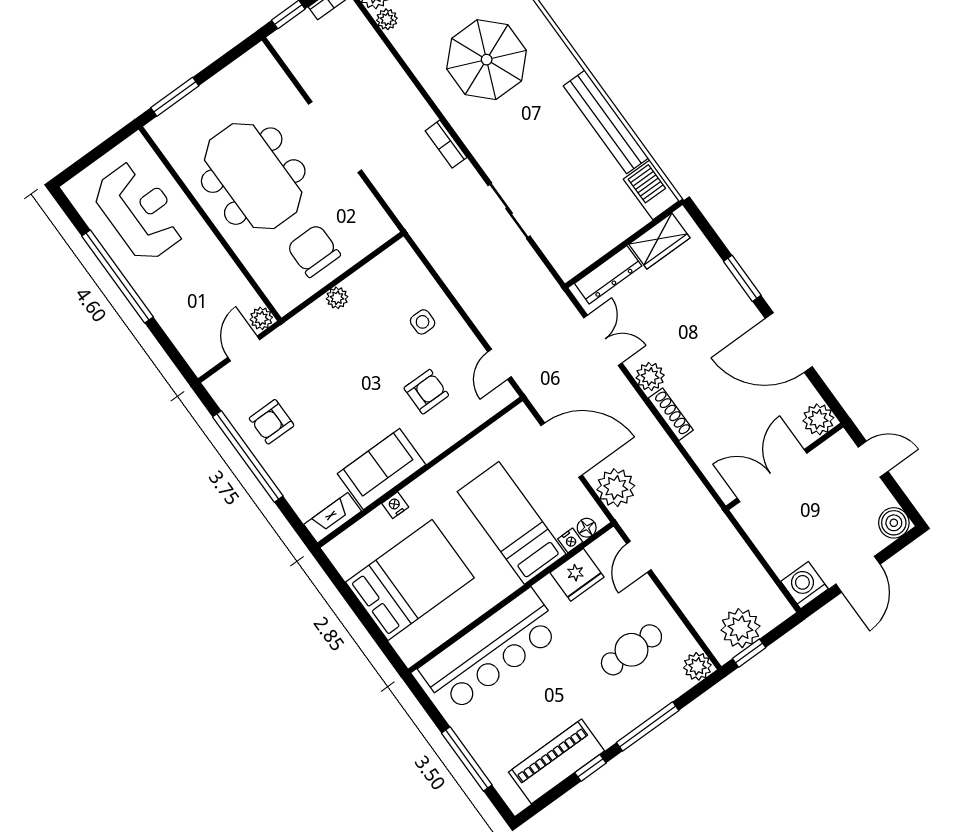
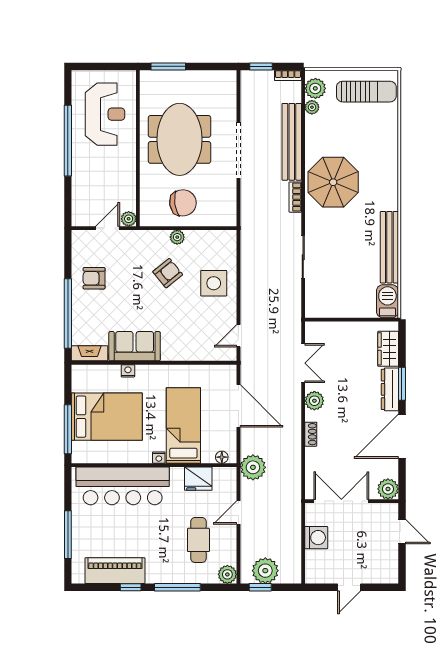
parasol: (487, 60) -> (333, 182), moved
bench: (393, 80) -> (292, 142), added
wardrobe: (659, 241) -> (388, 349), moved, turned 90
chair: (314, 251) -> (183, 203), turned 82
dresser: (608, 275) -> (390, 389), moved, turned 90
side table: (423, 322) -> (214, 283), width x1.87, depth x1.87
door: (789, 343) -> (402, 436), hinge flipped
armchair: (426, 392) -> (168, 273), moved, turned -39
shoe rack: (671, 414) -> (311, 434), width x0.70
window: (248, 456) -> (68, 314), moved
plant: (616, 488) -> (253, 467), moved
boiler: (894, 523) -> (388, 574), removed
nightstand: (570, 540) -> (159, 458), moved
door: (639, 557) -> (238, 513), moved
door: (858, 574) -> (349, 587), width x0.73
washing machine: (804, 585) -> (316, 538), moved, turned 90
window: (373, 630) -> (68, 429), added
cafe table: (631, 650) -> (198, 540), turned 90

